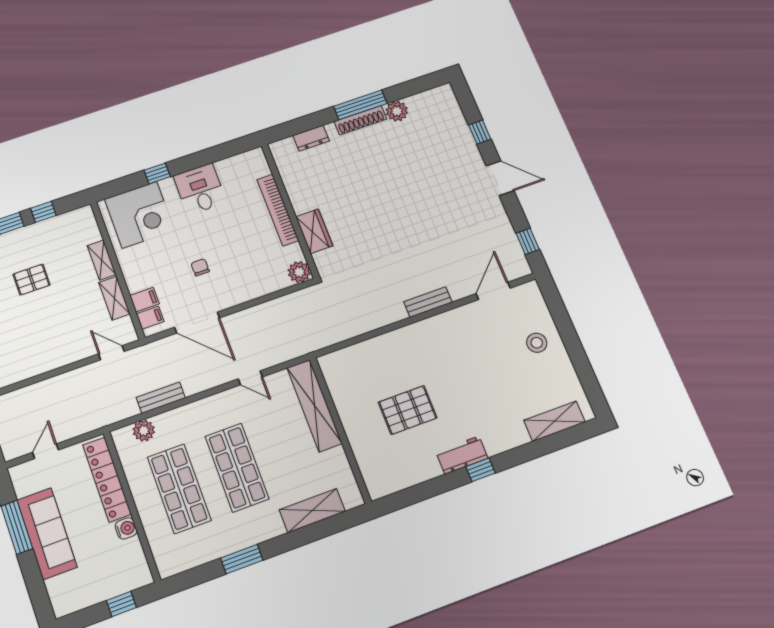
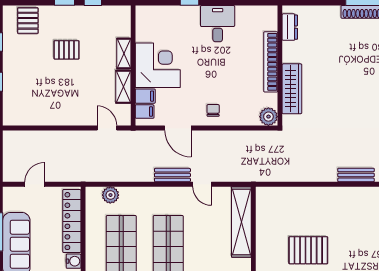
dresser: (311, 138) -> (290, 27), moved, turned -90
corner desk: (139, 215) -> (158, 65), moved, turned -90
wardrobe: (314, 231) -> (292, 89), width x1.50
chair: (200, 267) -> (213, 110), moved
door: (197, 323) -> (178, 128), width x0.73
bench: (161, 398) -> (172, 175), moved

